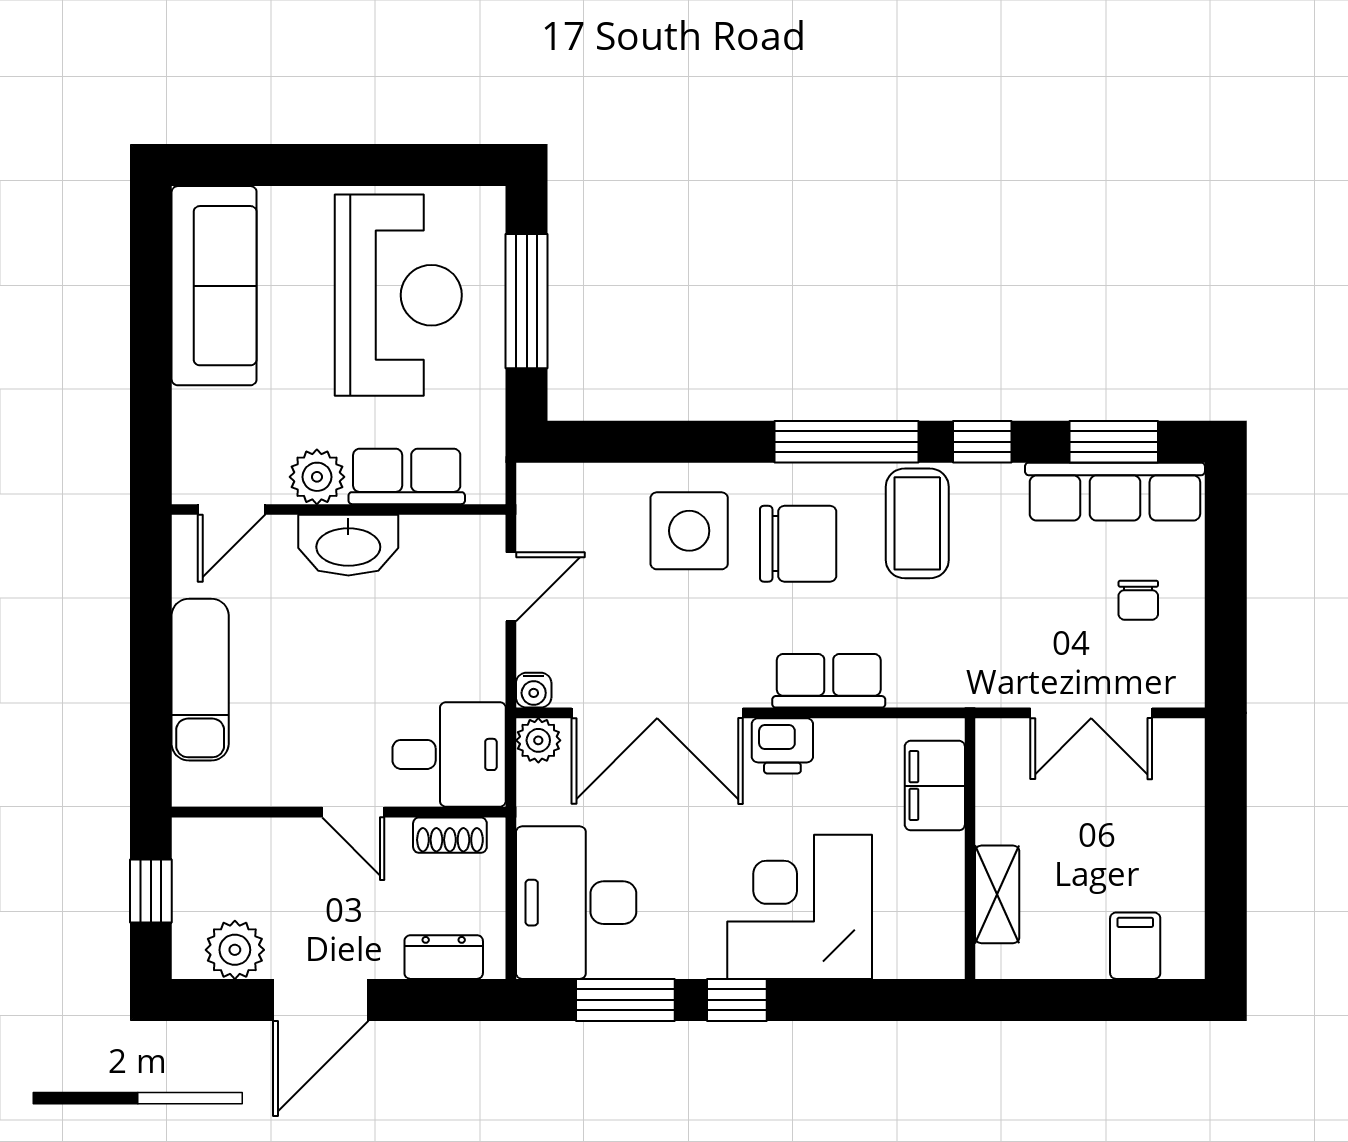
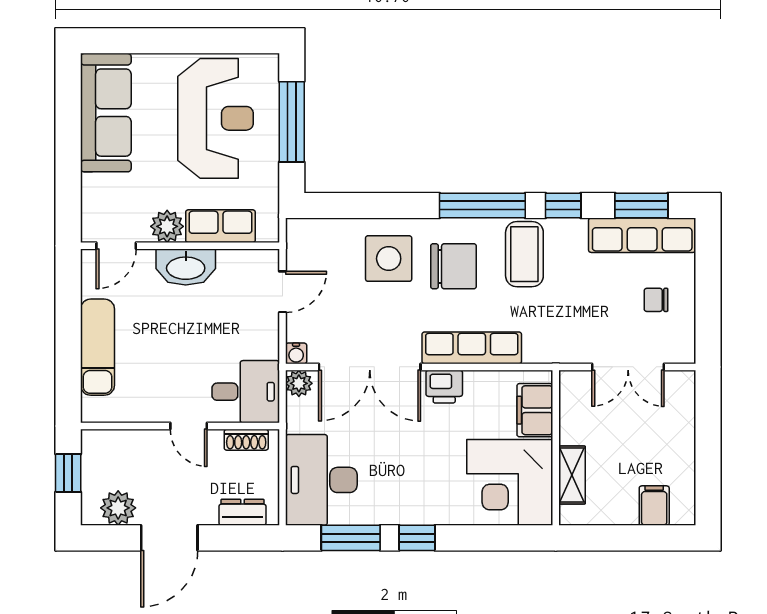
chair: (1138, 600) -> (656, 300), turned 90
row of seats: (829, 681) -> (472, 348), width x1.48
corner desk: (800, 907) -> (510, 482), moved, turned -90

